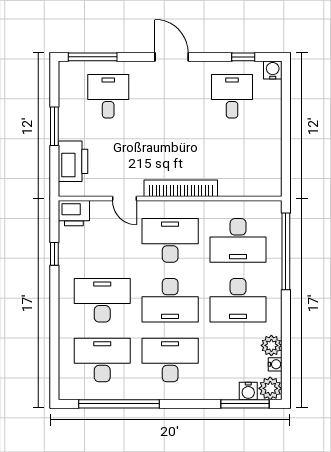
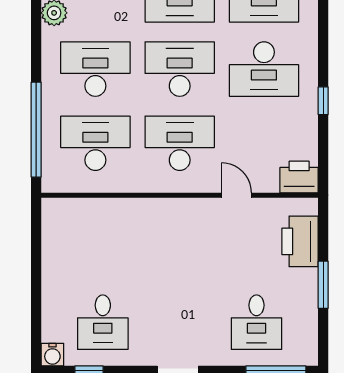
bookcase: (181, 188) -> (167, 208), removed
desk: (170, 240) -> (180, 143), turned 180
window: (54, 254) -> (323, 101), moved

